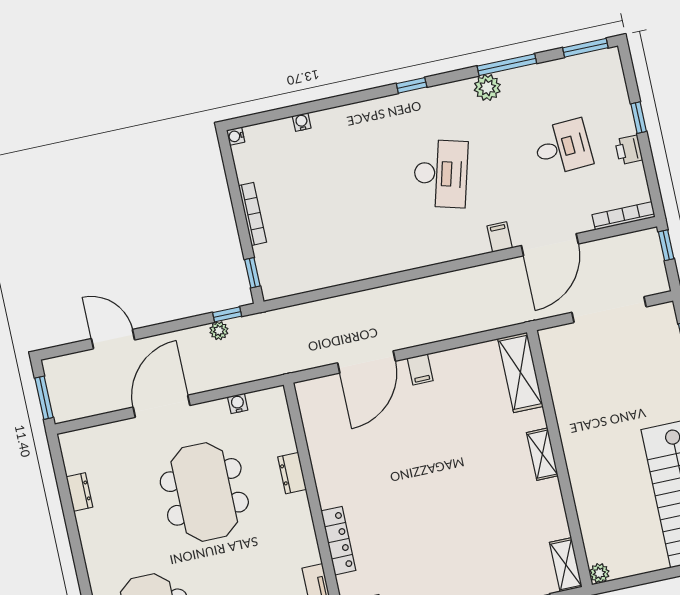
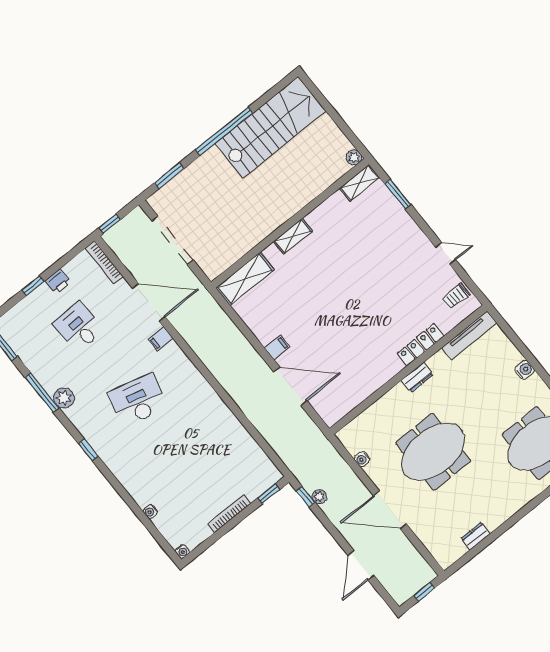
window: (44, 398) -> (424, 592), width x0.67
dresser: (292, 473) -> (417, 377), moved

